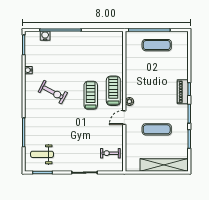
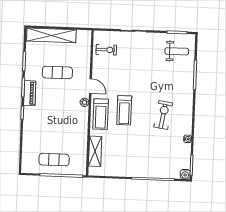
water cooler: (45, 36) -> (185, 174), moved
shelving: (117, 55) -> (95, 151), added
exercise bike: (53, 92) -> (163, 115), turned 71
piano: (183, 92) -> (30, 93), moved
door: (124, 118) -> (90, 86), hinge flipped

